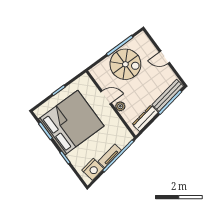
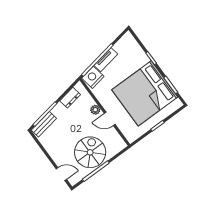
door: (165, 57) -> (61, 174), moved
spiral stairs: (125, 64) -> (90, 152), turned 90
bench: (168, 95) -> (44, 124), width x0.73
dresser: (145, 118) -> (70, 98), width x0.70
nightstand: (93, 169) -> (93, 77), moved

